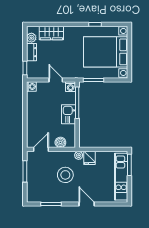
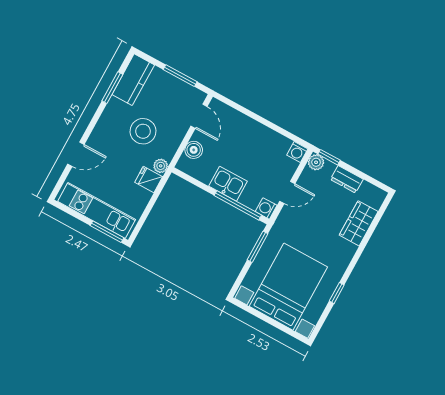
plant: (31, 38) -> (316, 162), moved
kitchen counter: (41, 195) -> (133, 80), added
door: (87, 204) -> (76, 154), moved

